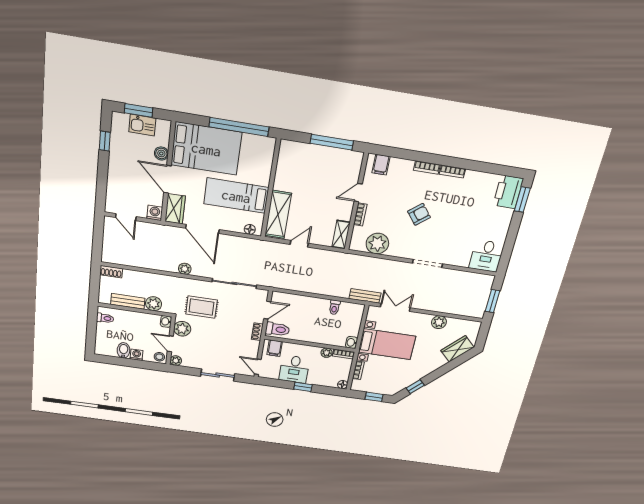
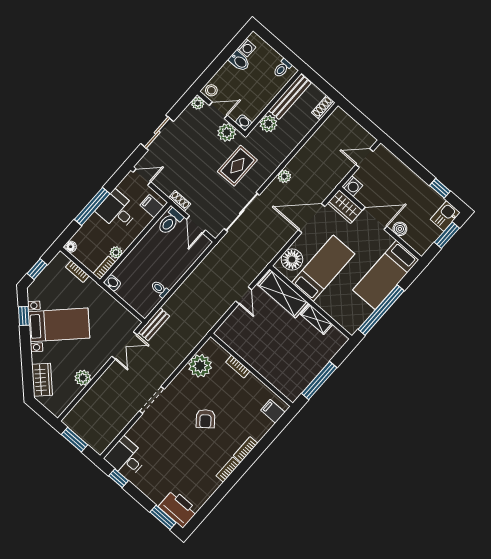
kitchen sink: (142, 125) -> (445, 216), moved
bed: (206, 149) -> (386, 275), width x0.67
door: (358, 193) -> (260, 377), removed
floor lamp: (250, 229) -> (292, 259), width x1.89, depth x1.89
shelving: (341, 235) -> (317, 319), moved
window: (507, 252) -> (118, 478), added
bench: (128, 301) -> (290, 97), width x1.36
bed with nightstands: (387, 344) -> (59, 325), moved, turned -135
washing machine: (137, 355) -> (247, 48), moved
window: (303, 387) -> (92, 207), width x2.17

